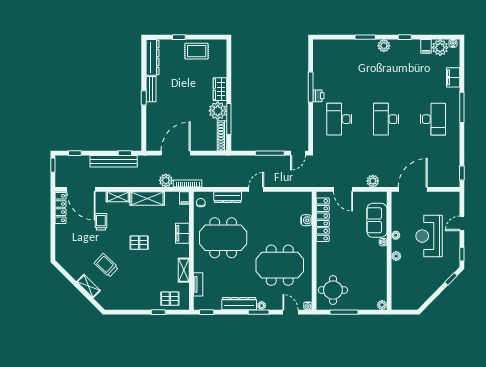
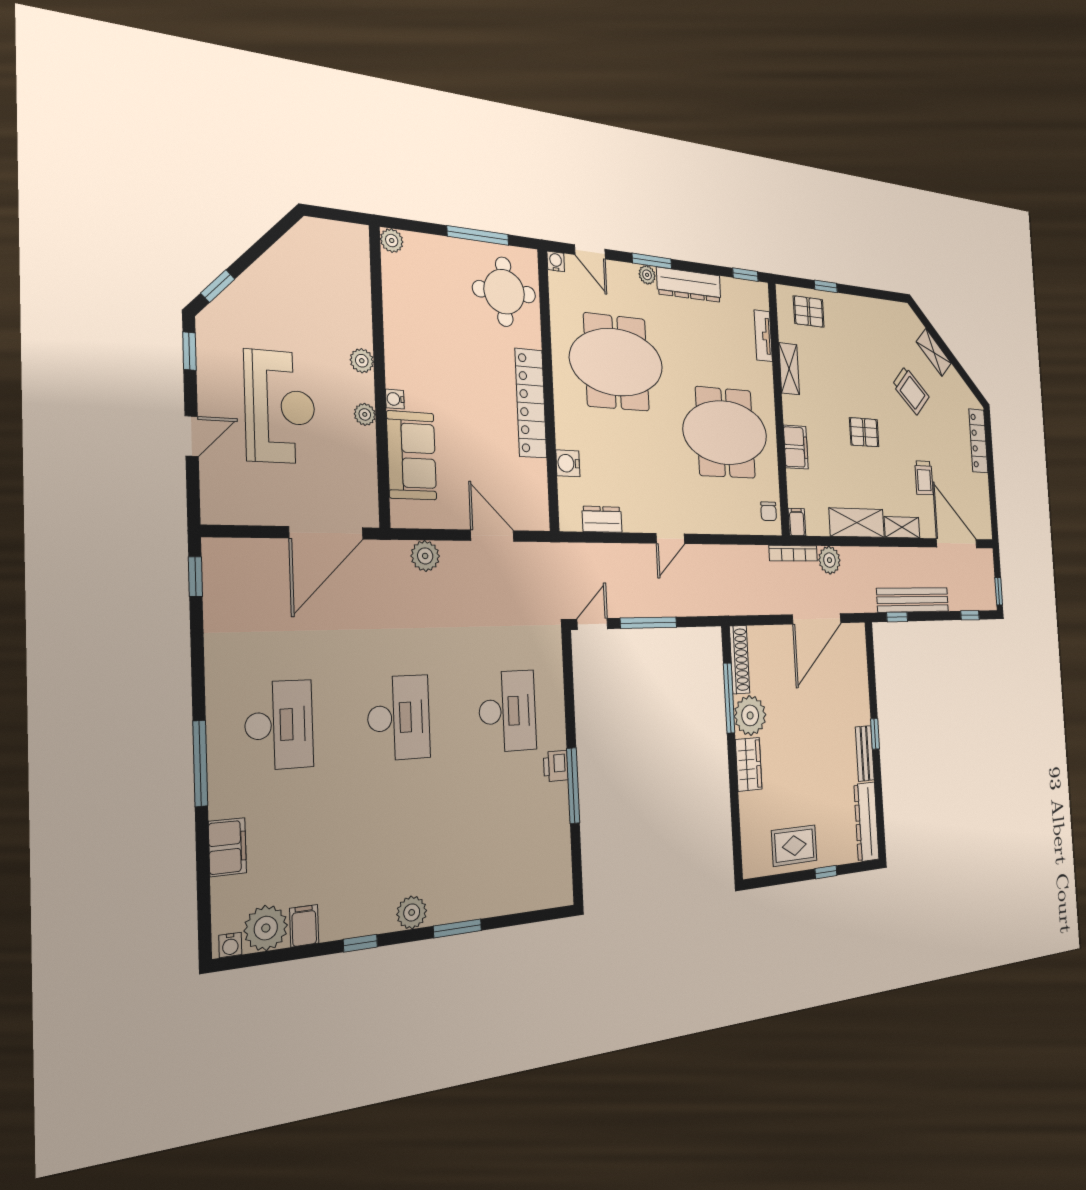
desk: (433, 119) -> (279, 725), turned 180
dresser: (228, 197) -> (602, 519), moved, width x0.70
locker: (61, 208) -> (978, 441), moved
locker: (323, 220) -> (531, 403), moved

